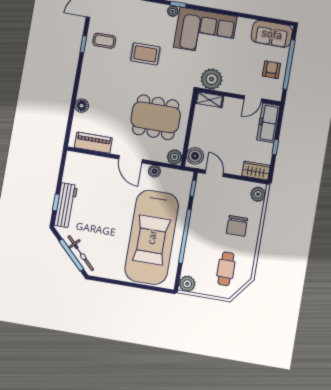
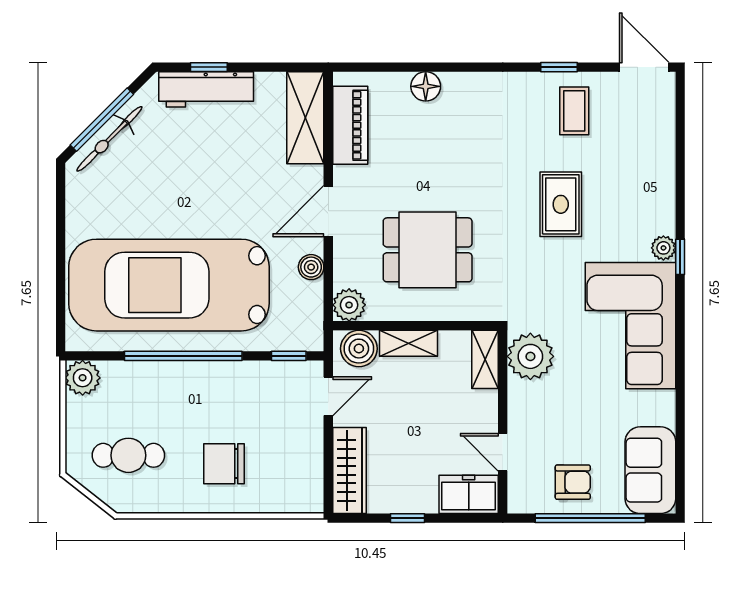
dining table: (156, 117) -> (428, 250), width x0.73
freezer: (268, 123) -> (469, 494), width x0.71
shelving: (196, 133) -> (408, 343), added
shelving: (86, 162) -> (305, 118), added
wardrobe: (256, 171) -> (349, 470), width x1.50
plant: (258, 194) -> (299, 498), removed

